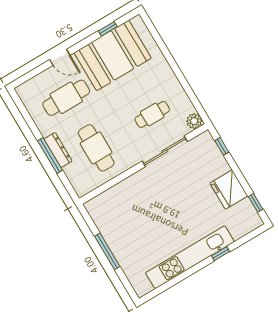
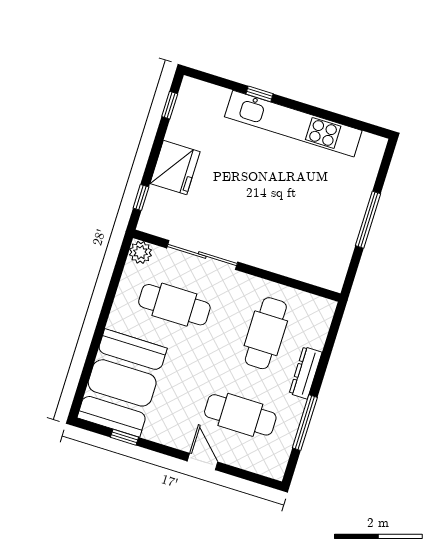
booth: (113, 55) -> (122, 383), moved, turned 90
cafe table: (152, 114) -> (174, 305), width x1.37, depth x1.35
window: (50, 155) -> (305, 423), moved
fridge: (229, 190) -> (175, 168), moved

